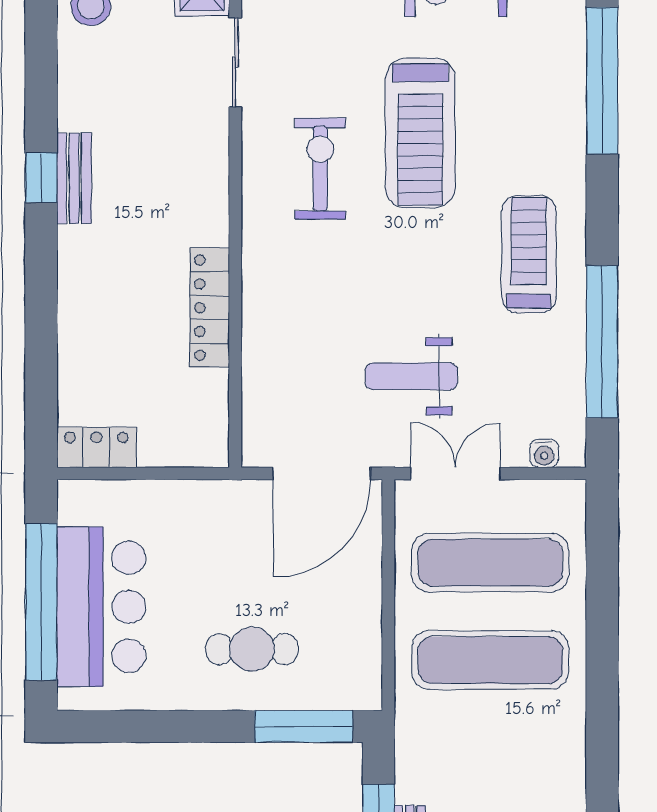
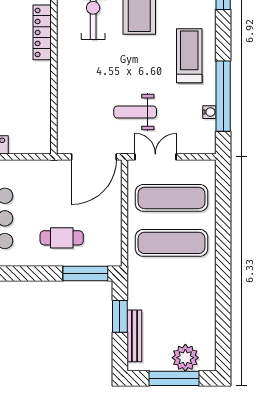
locker: (210, 308) -> (42, 32), moved
water cooler: (544, 453) -> (209, 112), moved, turned -90

